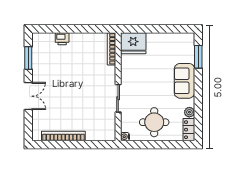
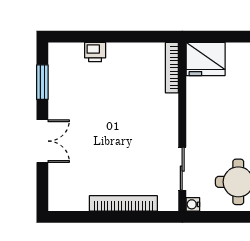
sliding door: (118, 98) -> (182, 169), moved
bookcase: (63, 136) -> (123, 203), moved

